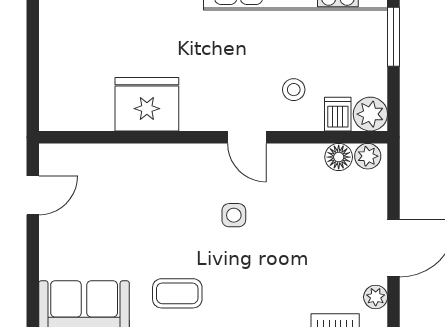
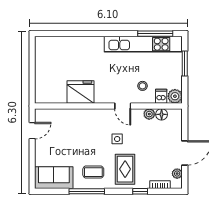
plant: (368, 156) -> (149, 114), moved
rug: (252, 287) -> (125, 169), added

